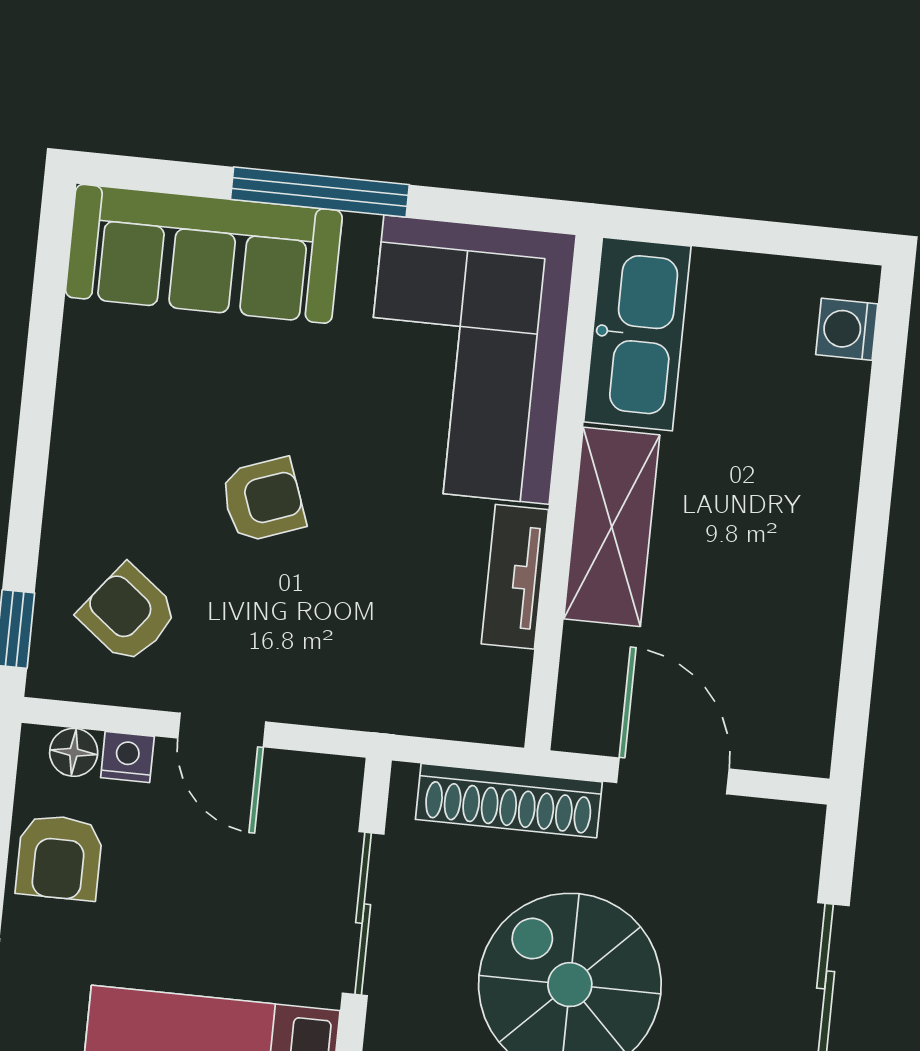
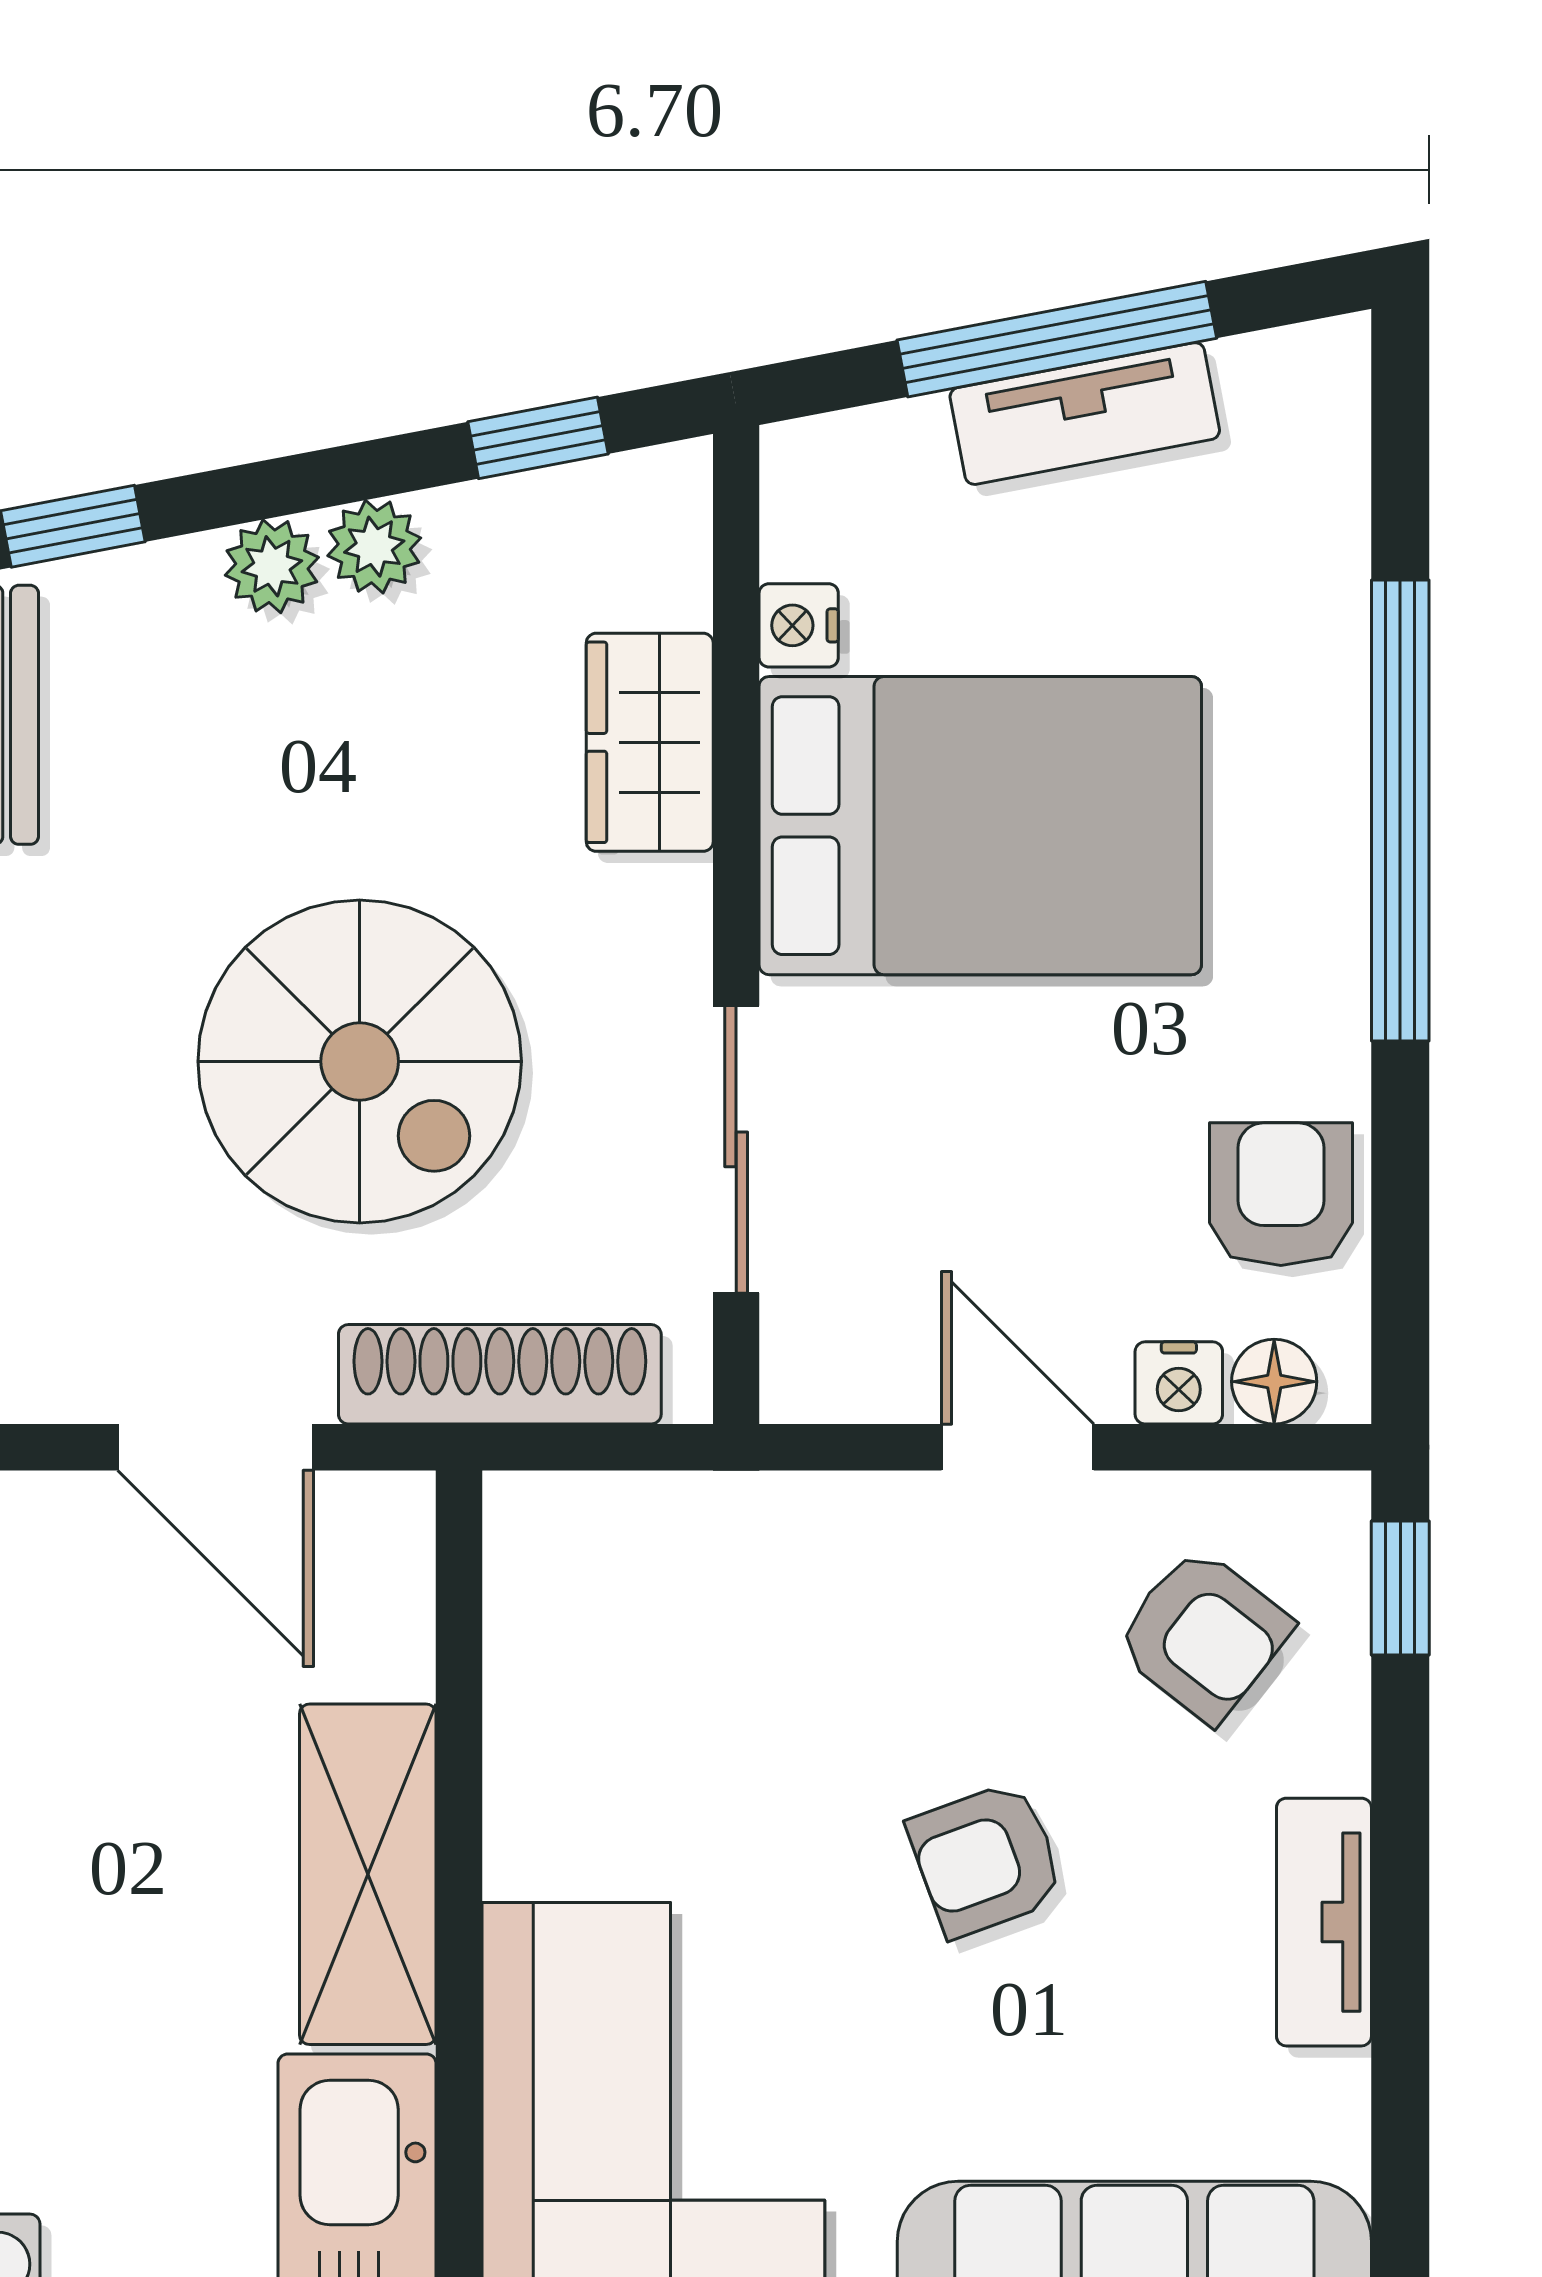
tv unit: (515, 577) -> (1324, 1922), moved, turned 180

